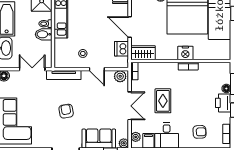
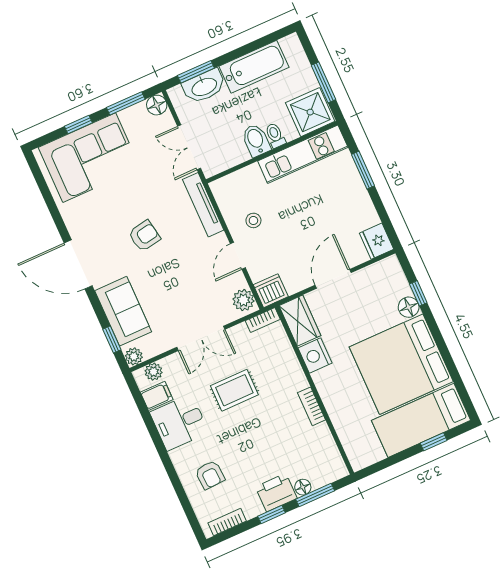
dishwasher: (122, 49) -> (271, 291), moved
nightstand: (185, 53) -> (315, 356), moved
double door: (32, 69) -> (189, 147), swing flipped

